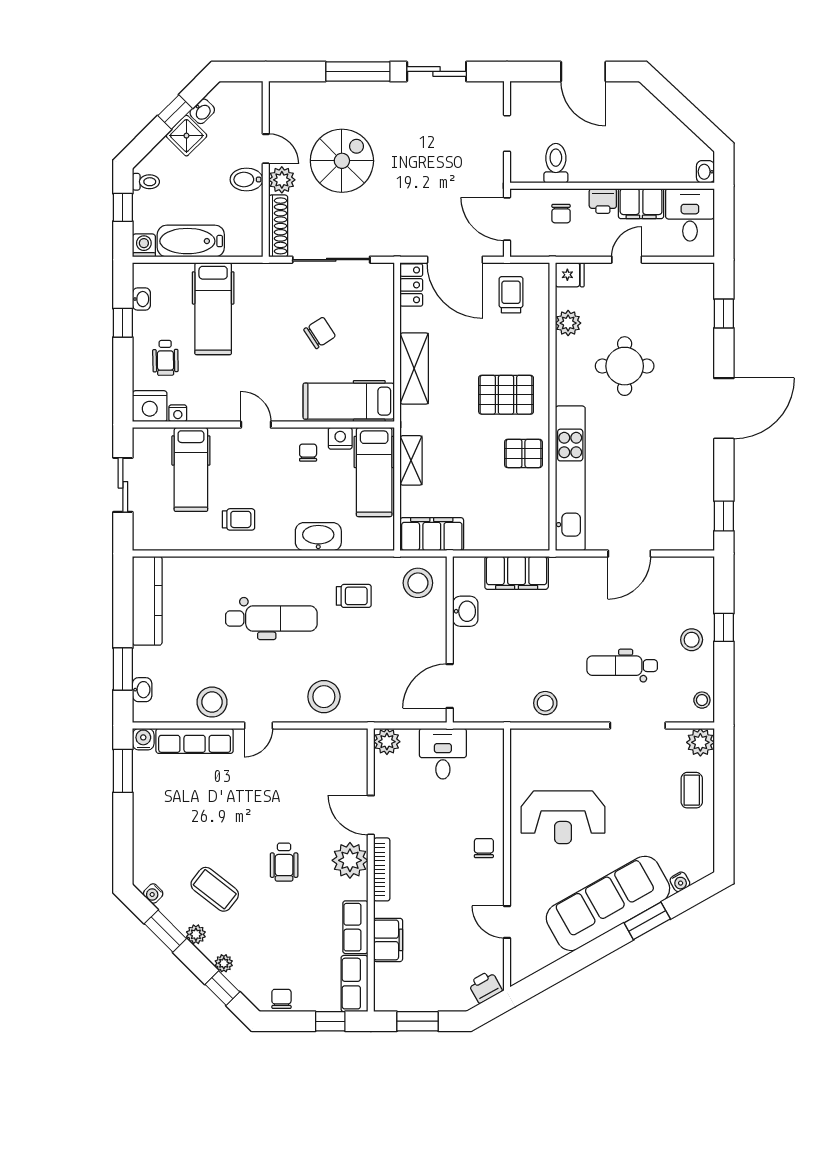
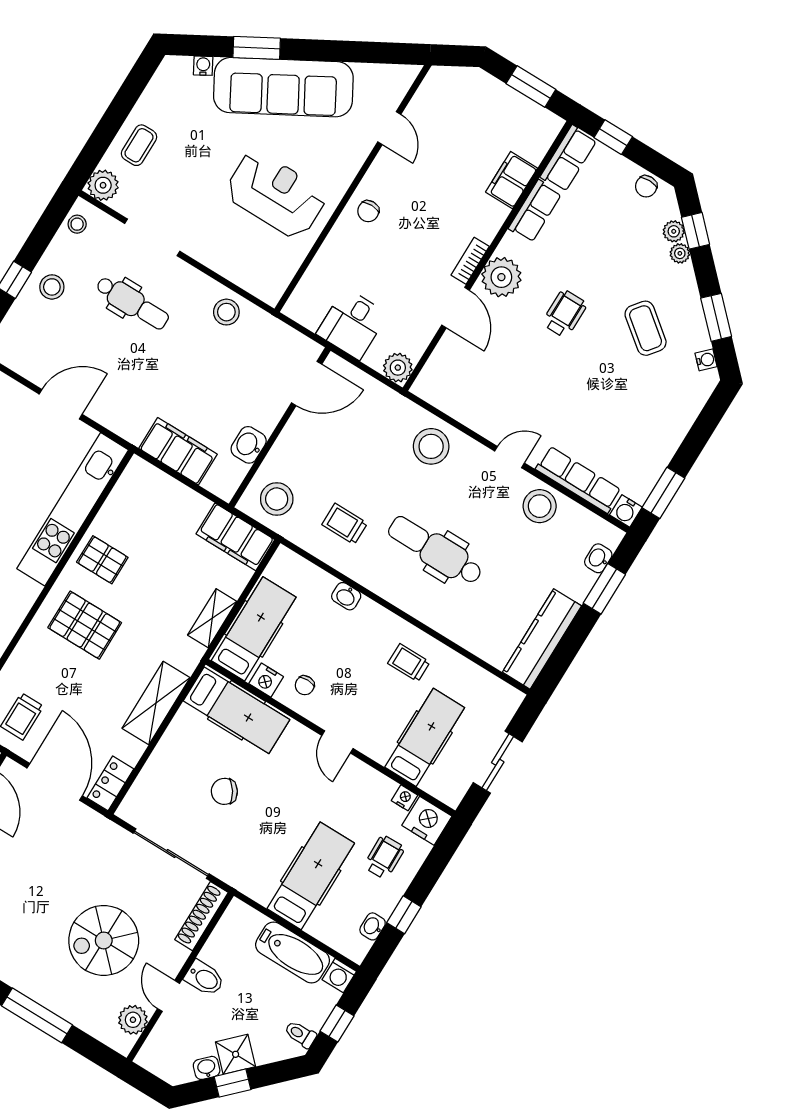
plant: (282, 180) -> (133, 1020), moved
washbasin: (318, 537) -> (346, 596), width x0.52, depth x0.69
bookcase: (382, 869) -> (470, 261), width x0.64
plant: (196, 934) -> (674, 231), moved
printer: (485, 987) -> (447, 80), removed

